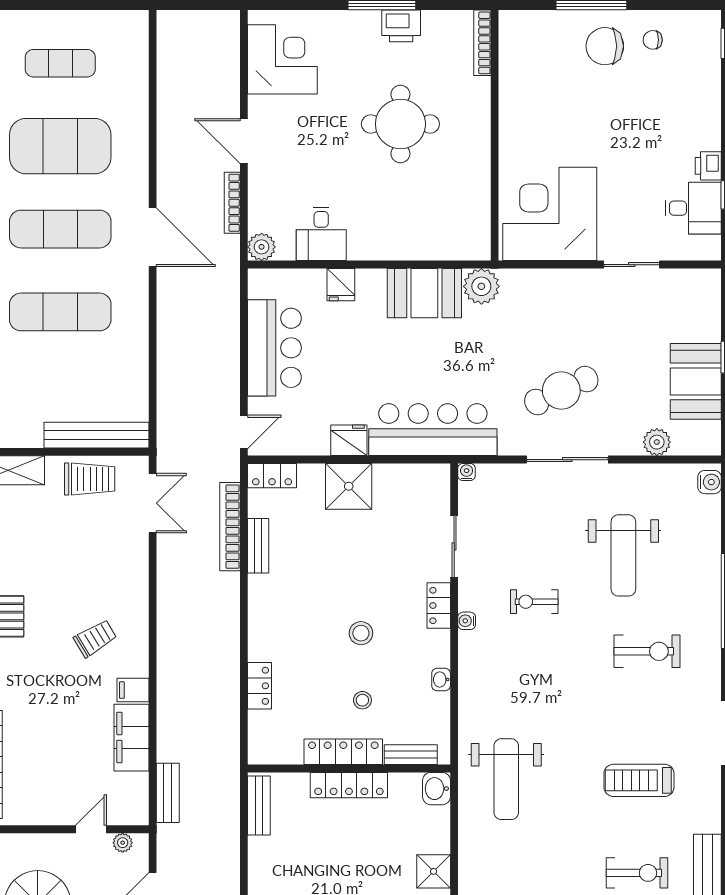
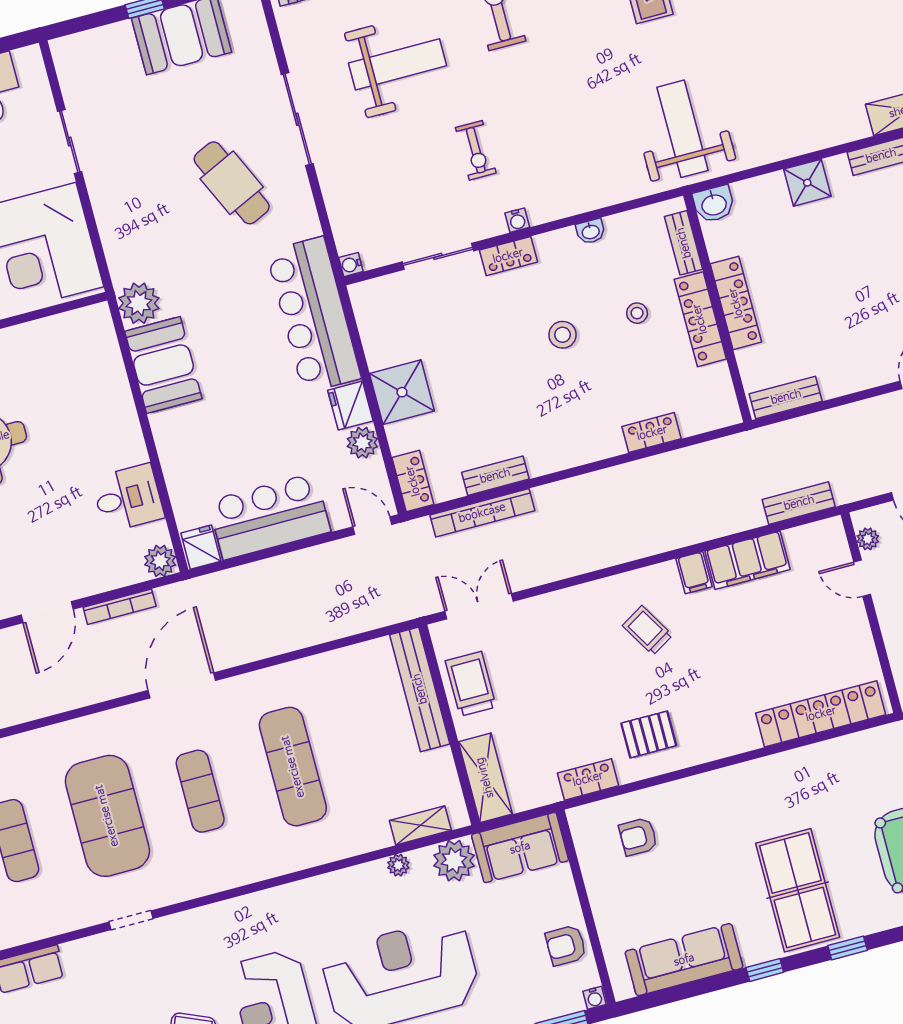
exercise mat: (60, 229) -> (200, 791), width x0.73, depth x0.69
fridge: (341, 285) -> (201, 547), moved, turned -90
plant: (657, 442) -> (362, 443), moved
sliding door: (567, 460) -> (297, 119), moved
weight bench: (506, 779) -> (683, 129), turned -90

